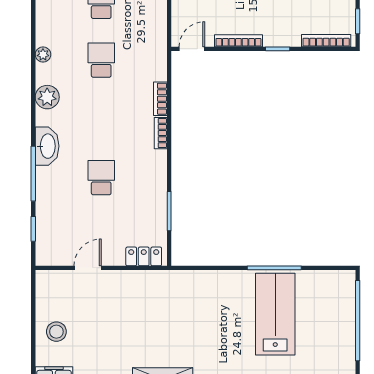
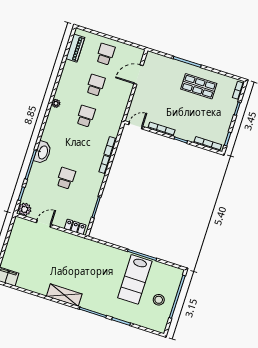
plant: (47, 97) -> (25, 209), moved
lab bench: (275, 314) -> (135, 279), turned 180
stool: (56, 332) -> (159, 300), moved

